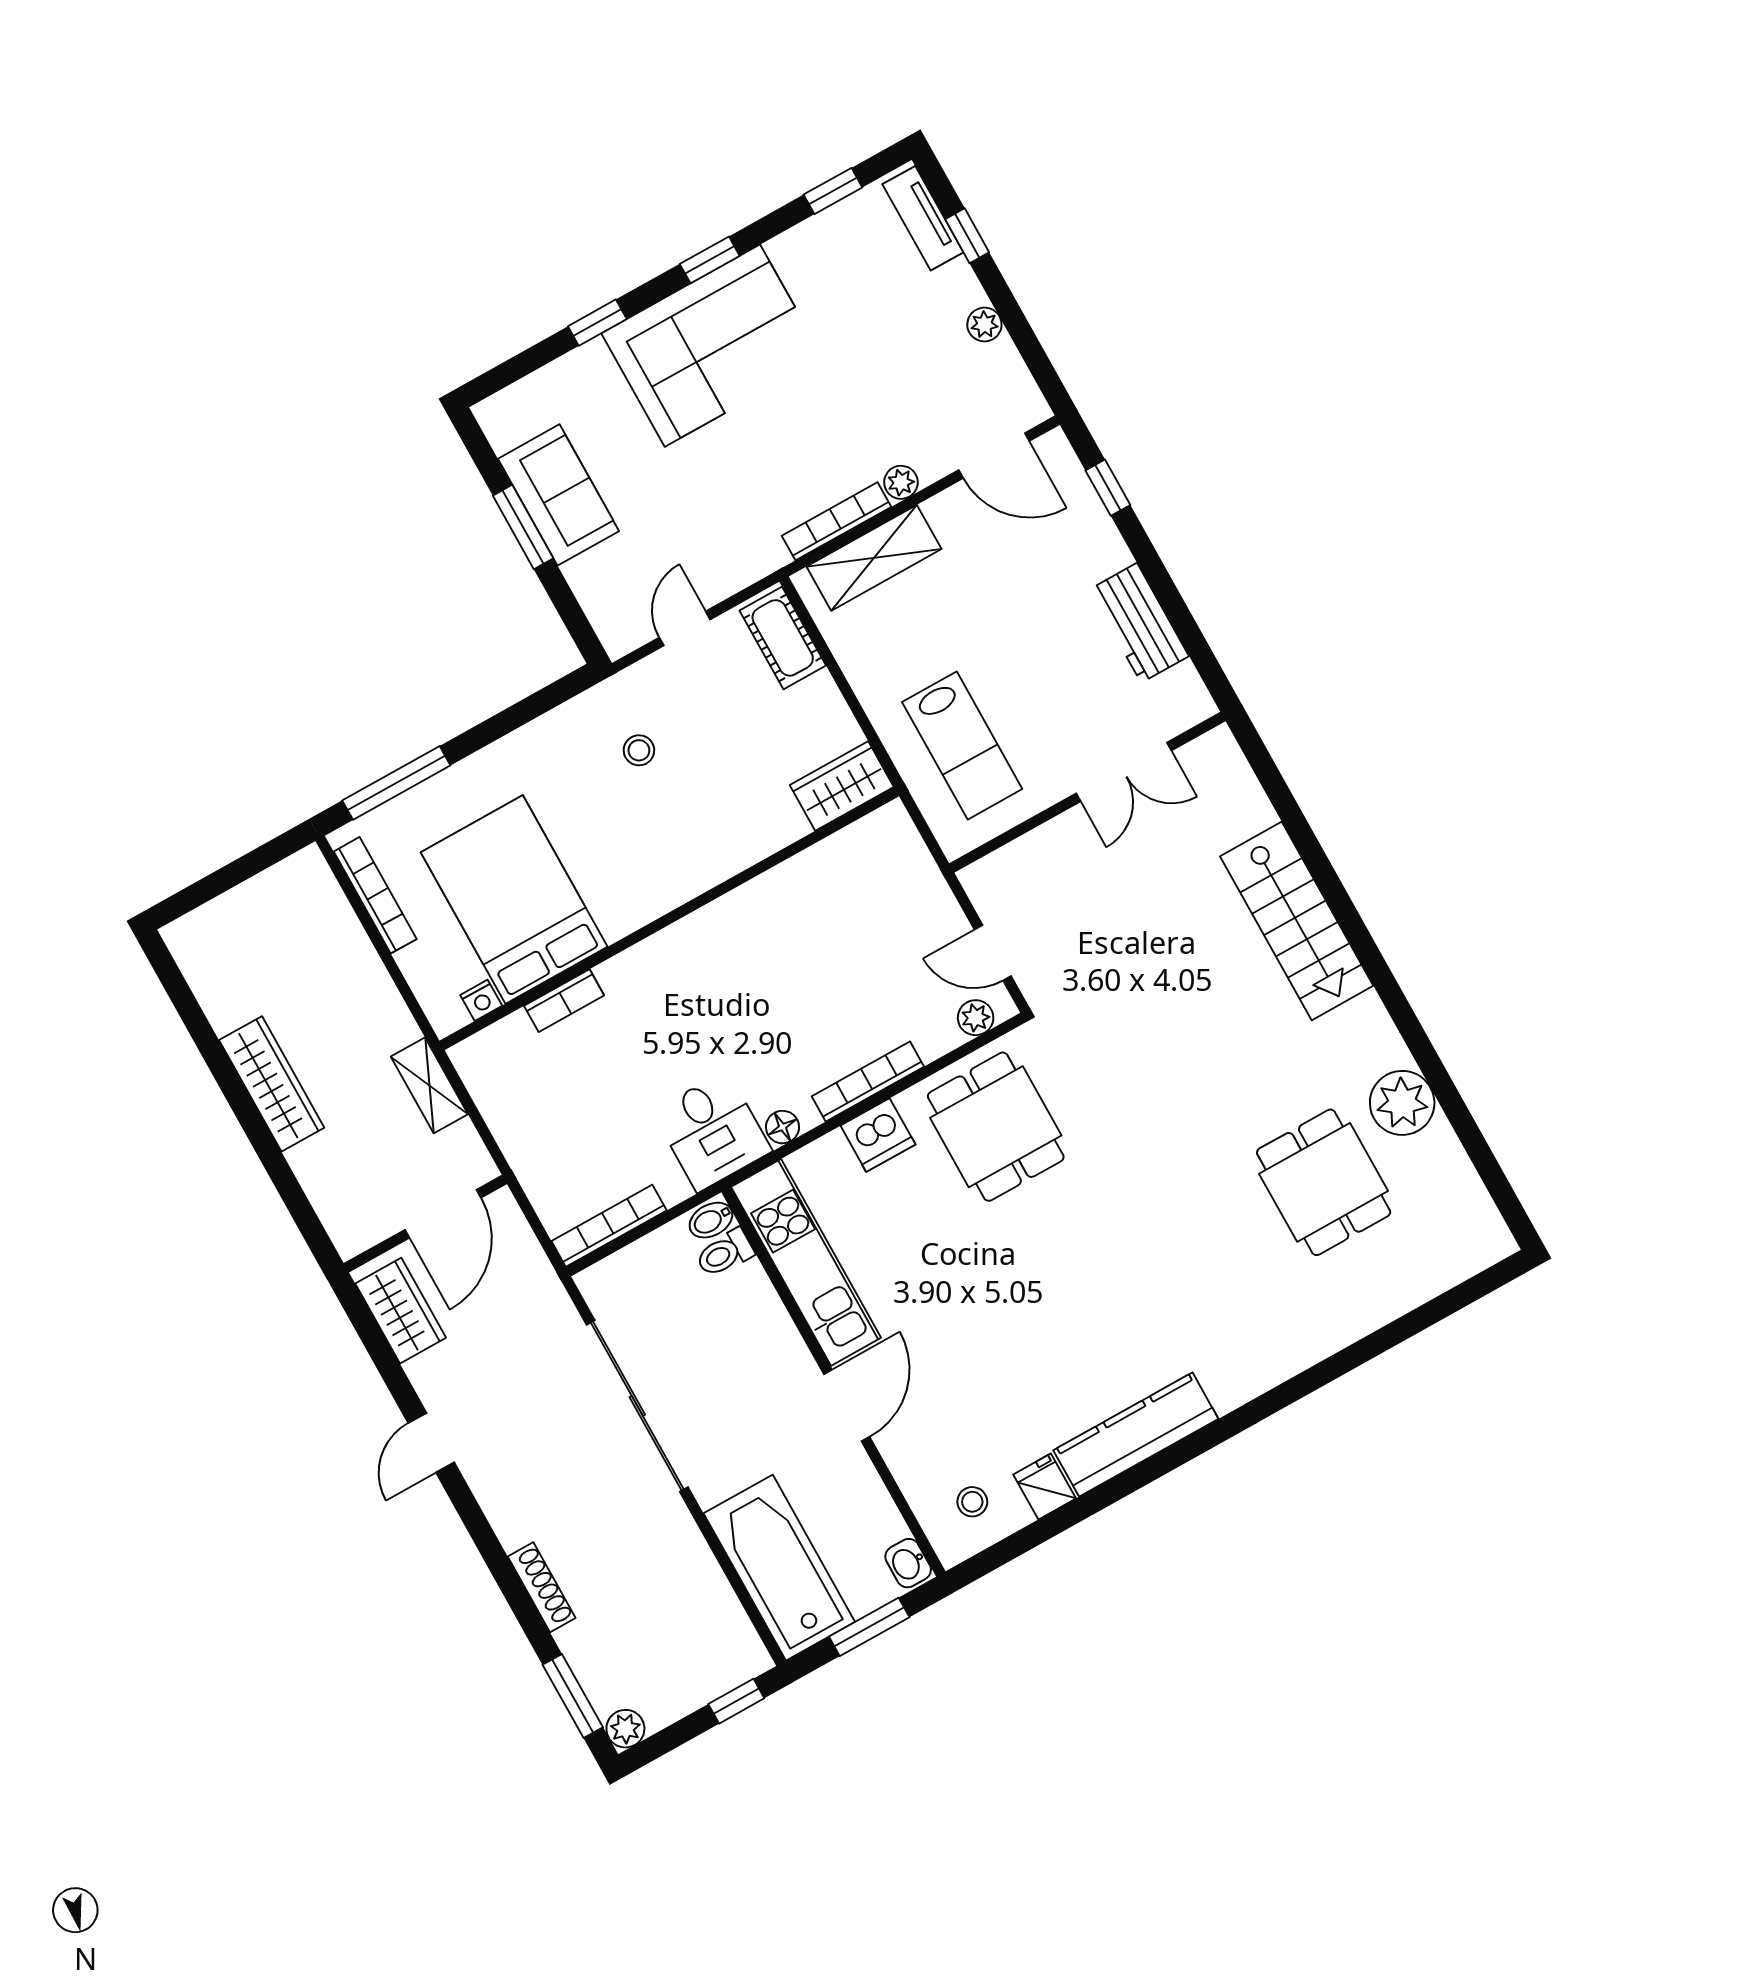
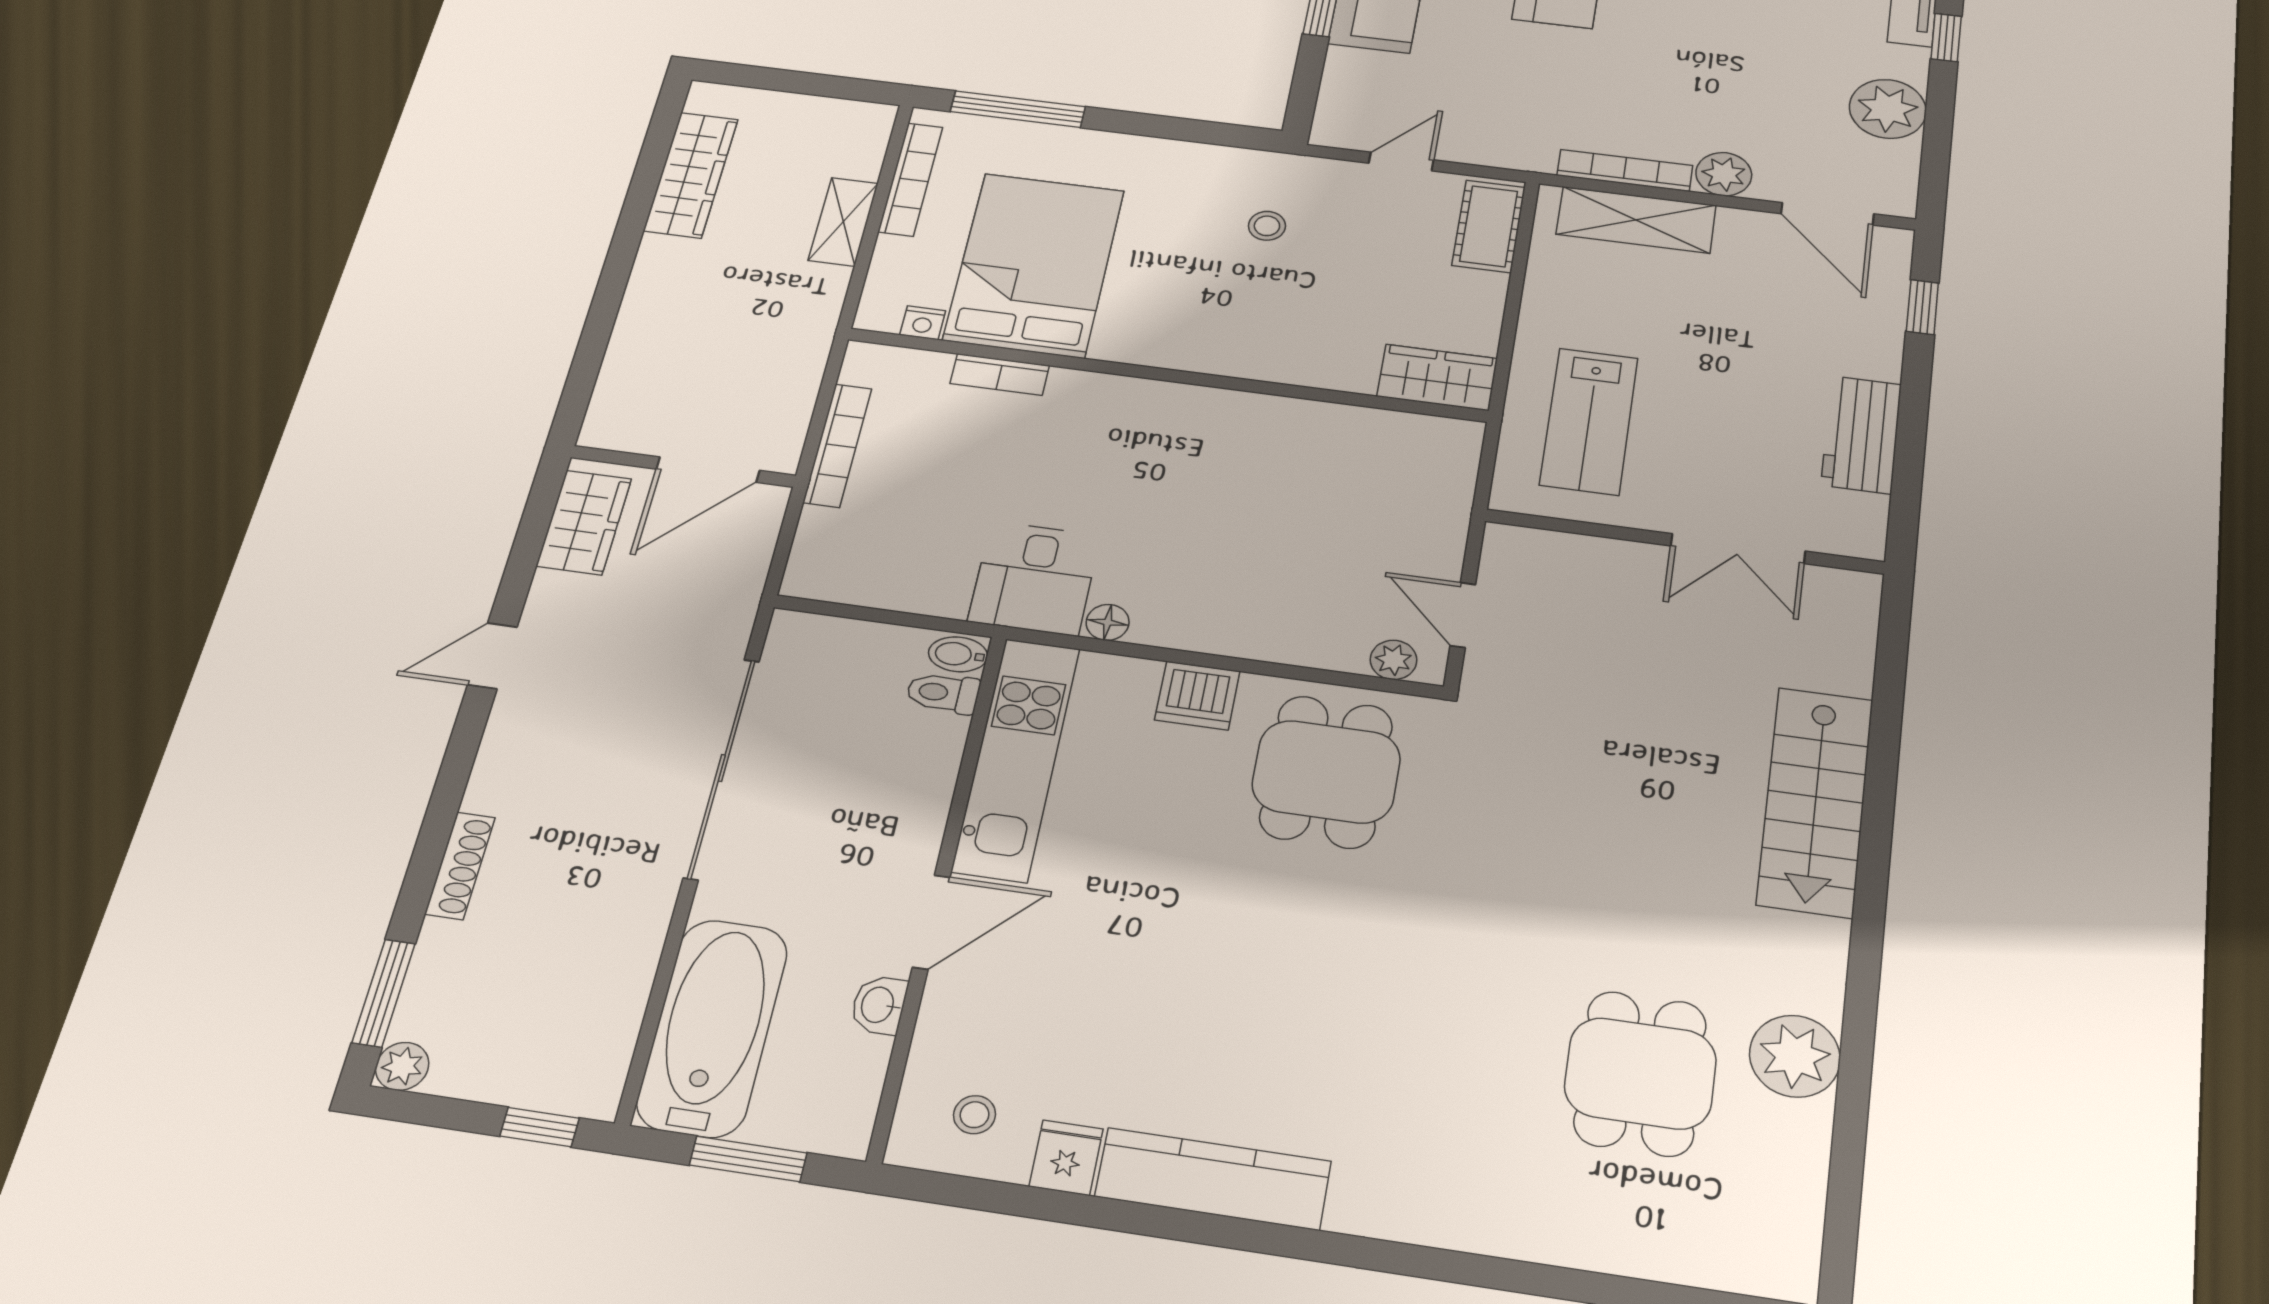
plant: (984, 324) -> (1888, 109), width x1.88, depth x1.88
plant: (901, 482) -> (1724, 174), width x1.38, depth x1.38
bookcase: (868, 1082) -> (1231, 641), removed
wardrobe: (272, 1084) -> (691, 175), moved
shelving: (429, 1085) -> (843, 222), moved
bookcase: (609, 1226) -> (837, 445), moved, turned 90
washbasin: (908, 1563) -> (879, 1005), moved

